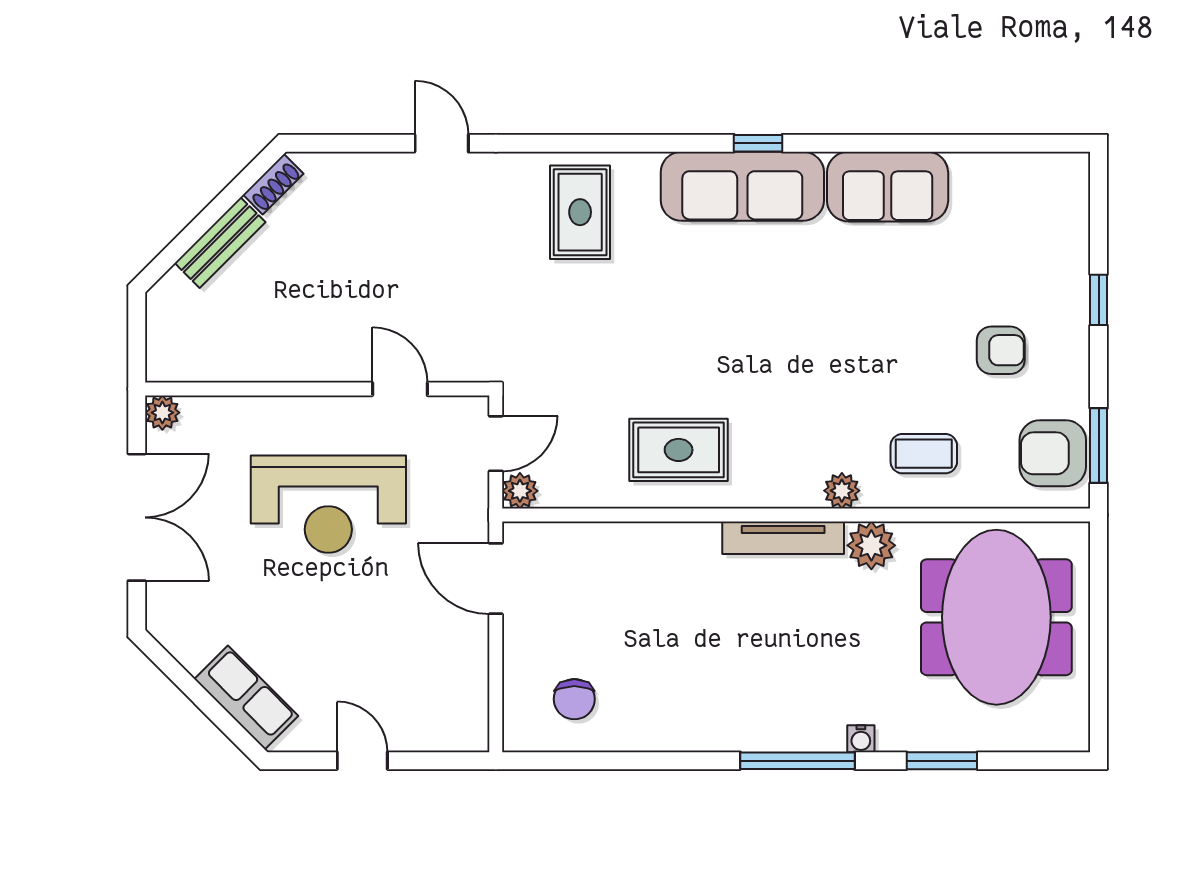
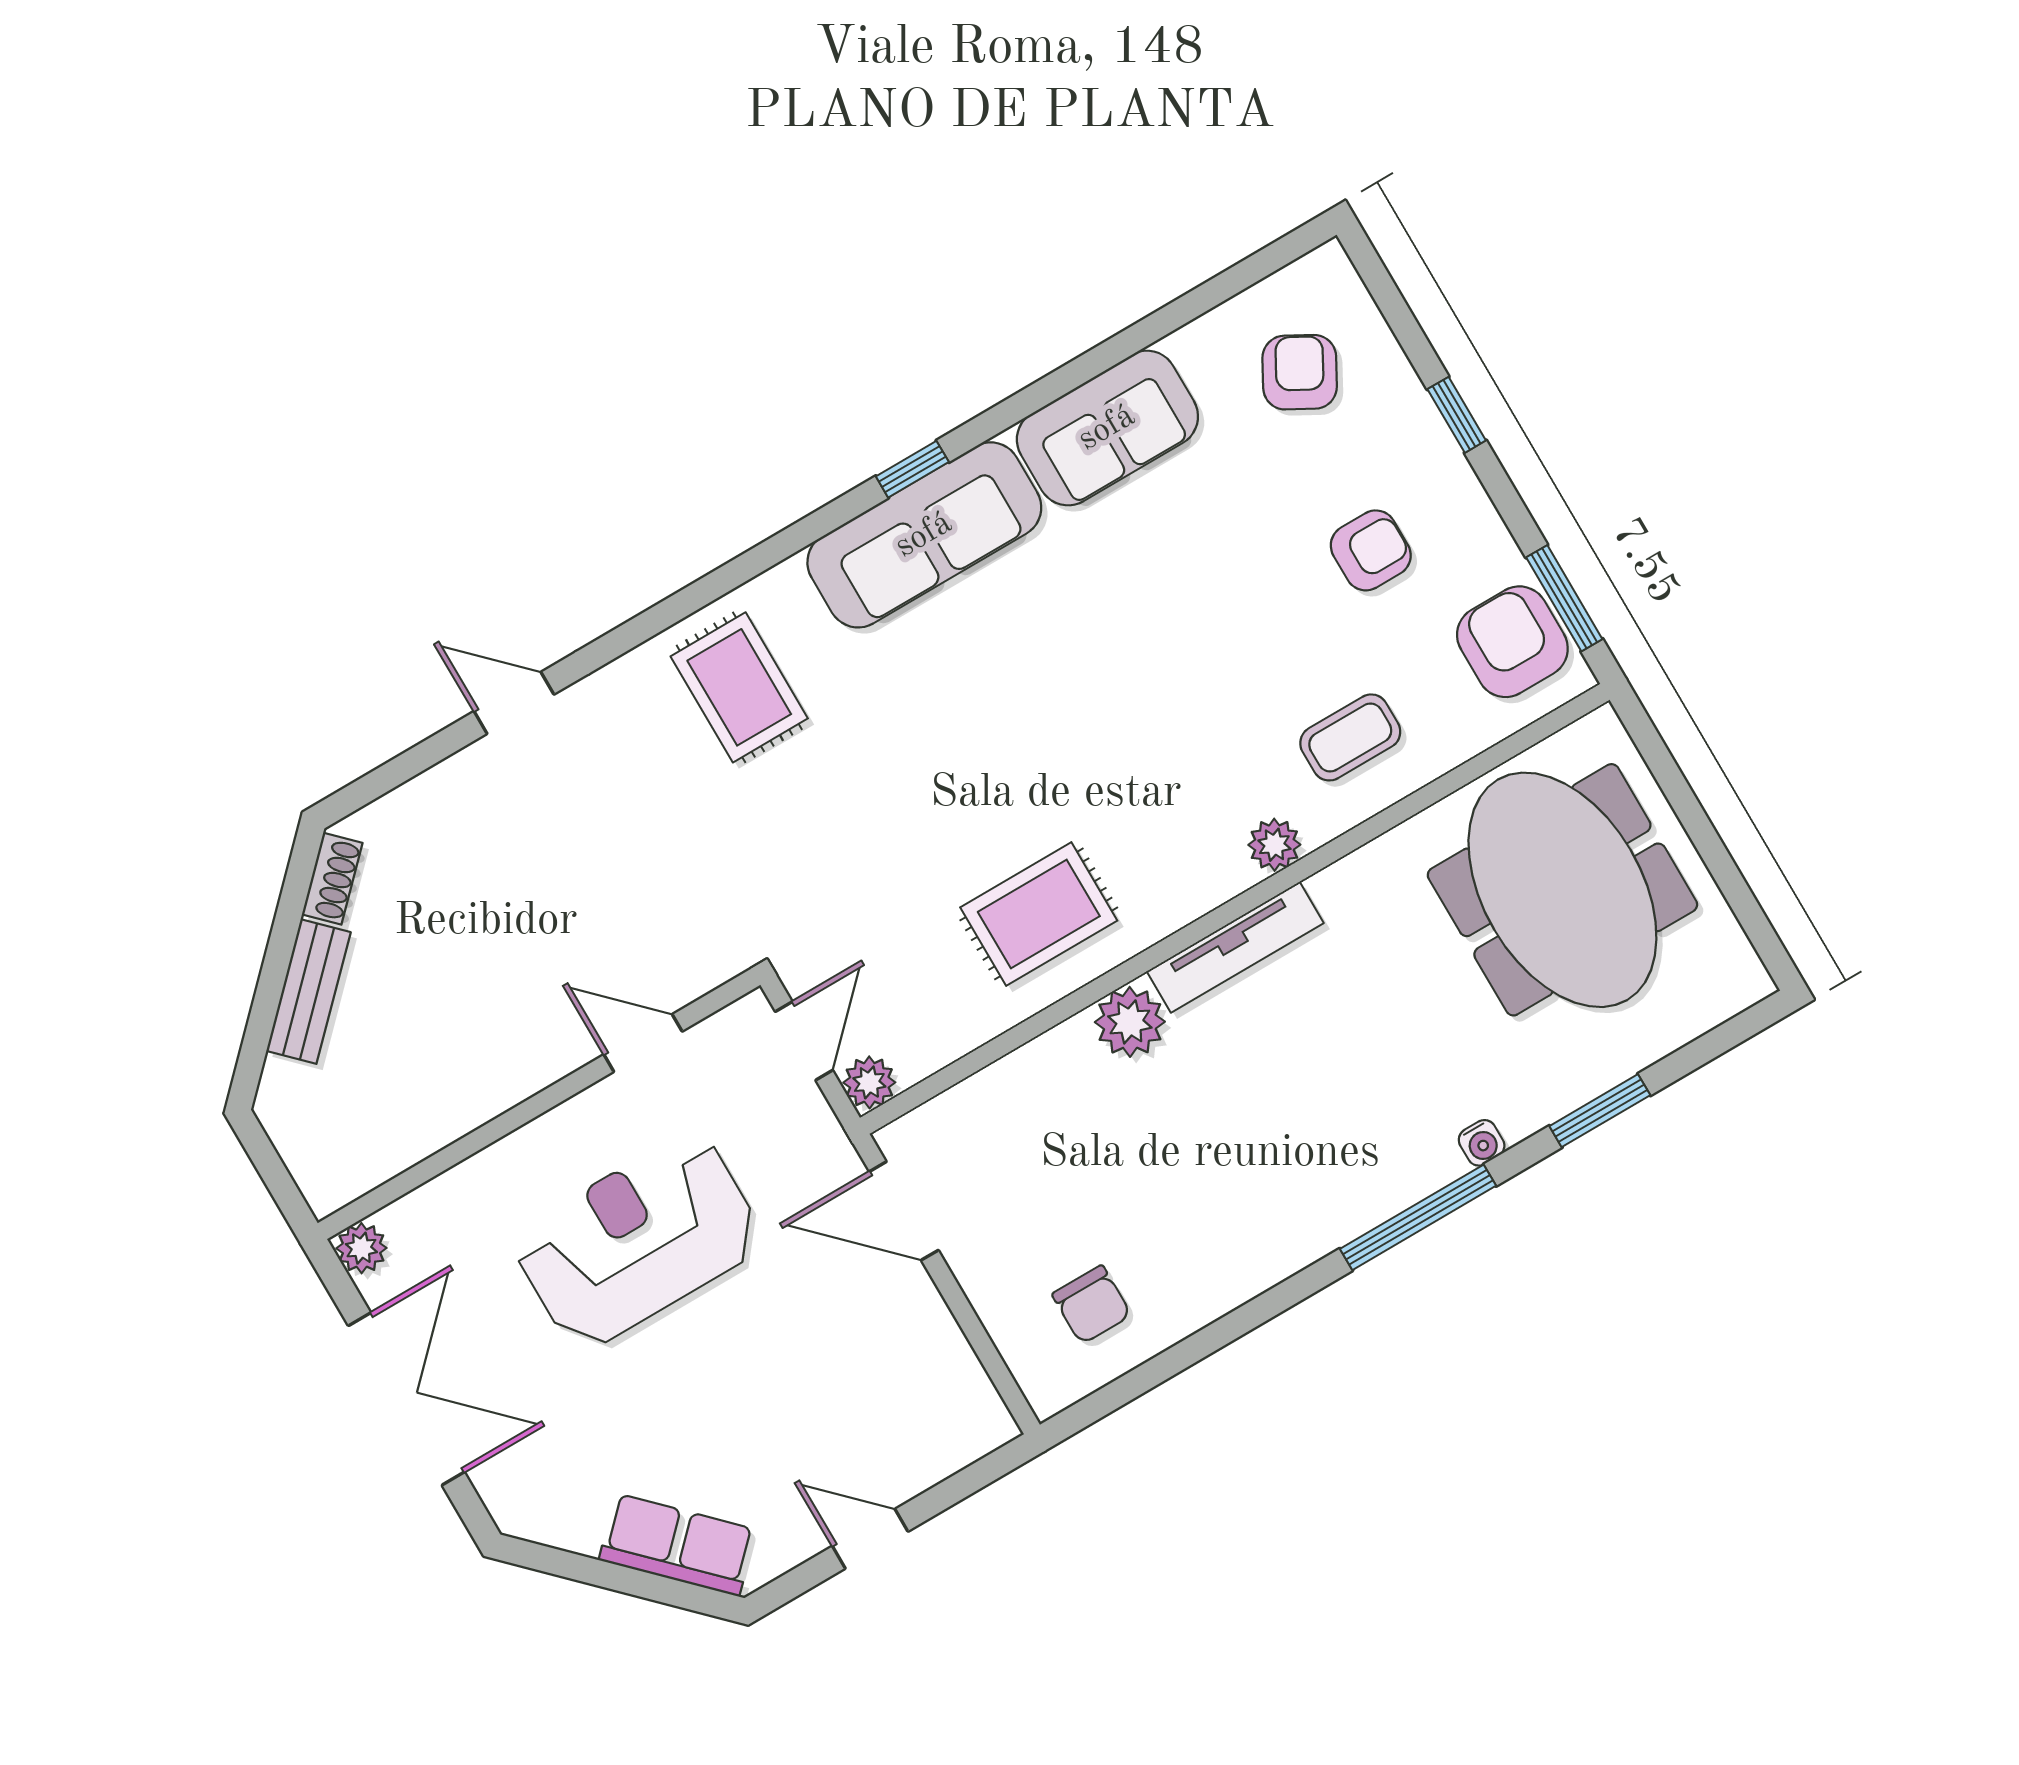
armchair: (1021, 220) -> (1300, 372), added
armchair: (1053, 453) -> (1512, 642), turned 90
reception desk: (328, 504) -> (638, 1241), turned 180
plant: (871, 545) -> (1130, 1022), moved

